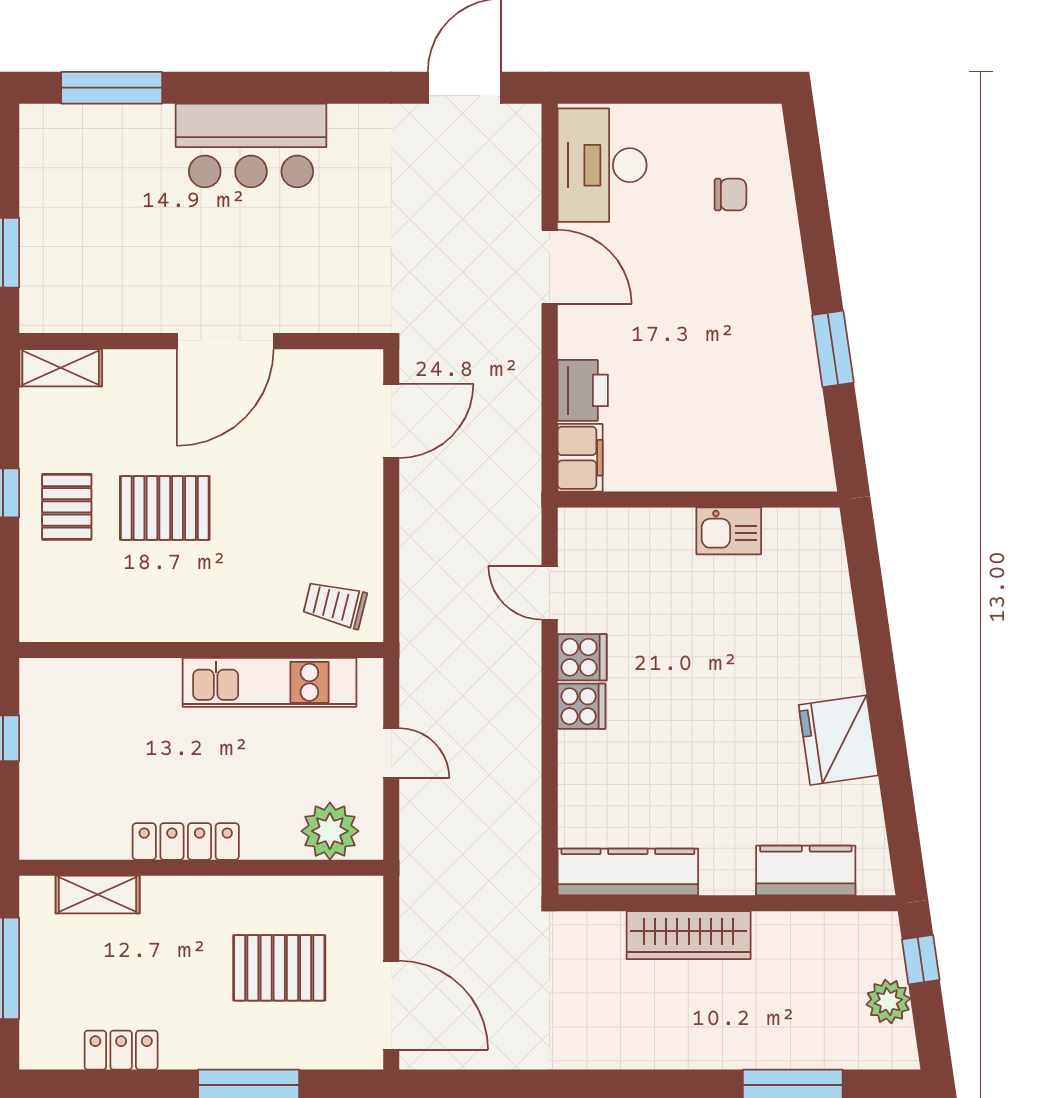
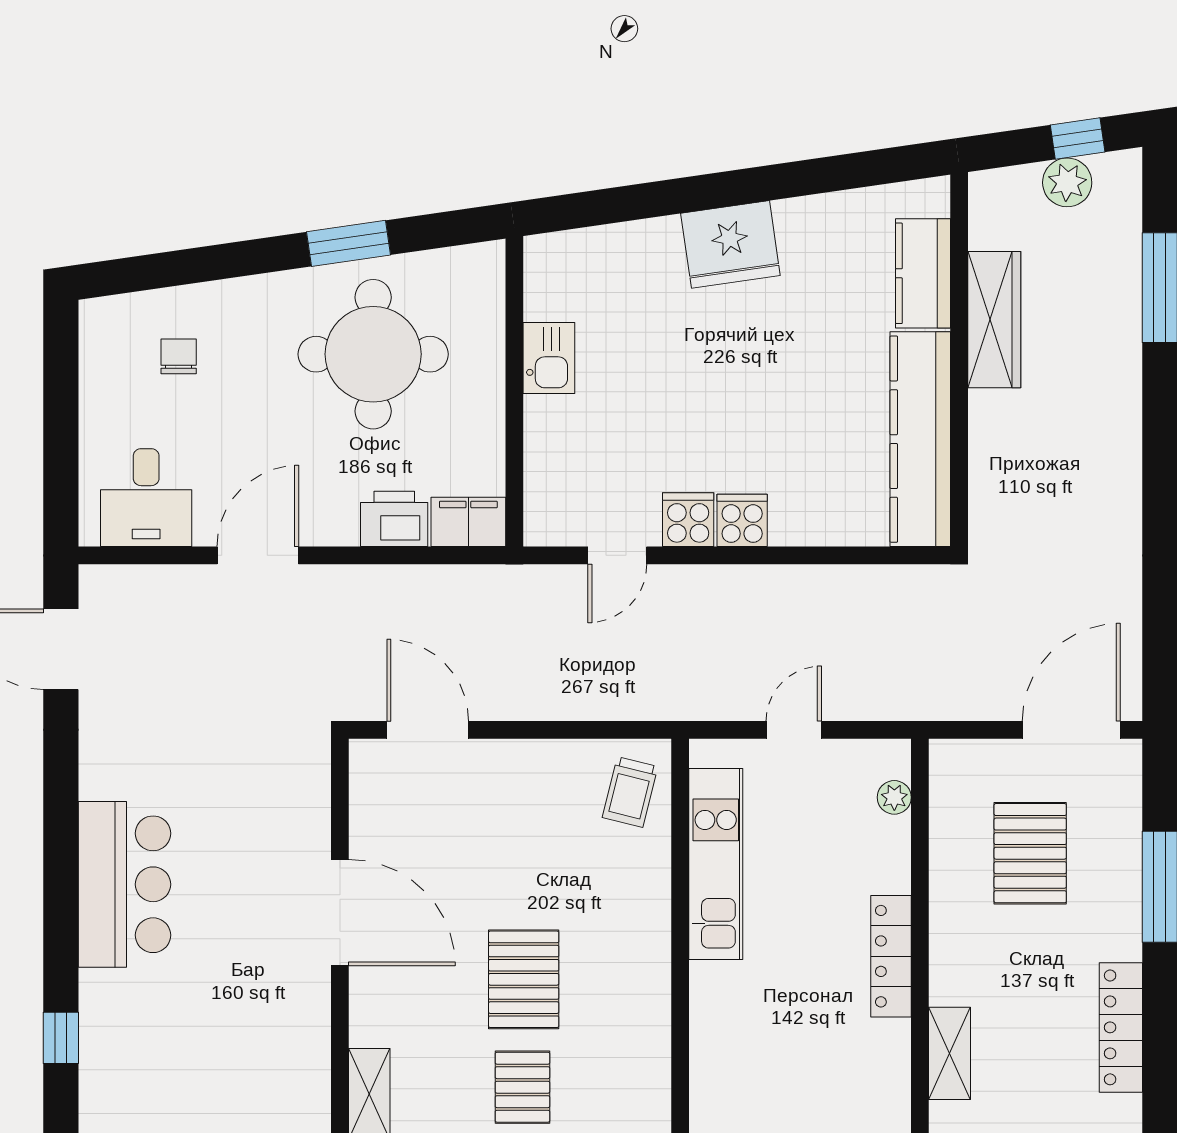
window: (112, 88) -> (61, 1038), width x0.46
desk: (602, 165) -> (146, 498), width x0.73
round table: (732, 371) -> (373, 354), added
pallet: (67, 507) -> (522, 1087), turned 90
fridge: (838, 740) -> (730, 244), moved
plant: (330, 831) -> (894, 797), width x0.53, depth x0.53
kitchen counter: (628, 872) -> (920, 439), width x1.39, depth x1.17
wardrobe: (689, 935) -> (994, 320), moved
window: (921, 960) -> (1078, 139), moved
locker: (121, 1050) -> (1121, 1027), width x1.53

